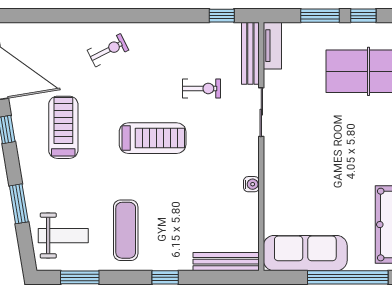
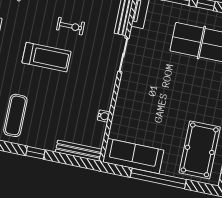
exercise bike: (202, 88) -> (70, 26), moved
water cooler: (251, 184) -> (104, 116), moved

